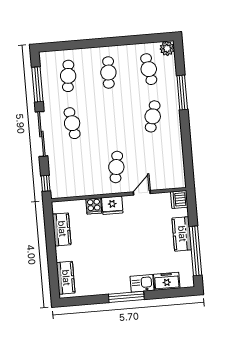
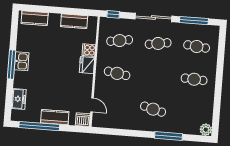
cafe table: (149, 69) -> (120, 41), moved
door: (142, 193) -> (92, 105), moved
kitchen sink: (142, 283) -> (22, 61), moved

